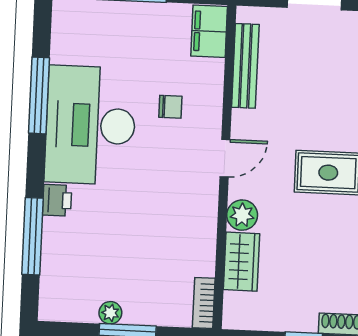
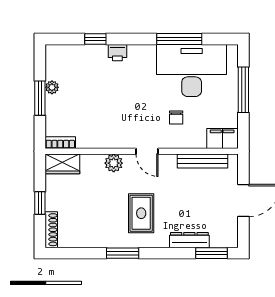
desk: (90, 125) -> (192, 70), moved
window: (33, 236) -> (95, 39), width x0.46
wardrobe: (241, 262) -> (62, 164), moved

